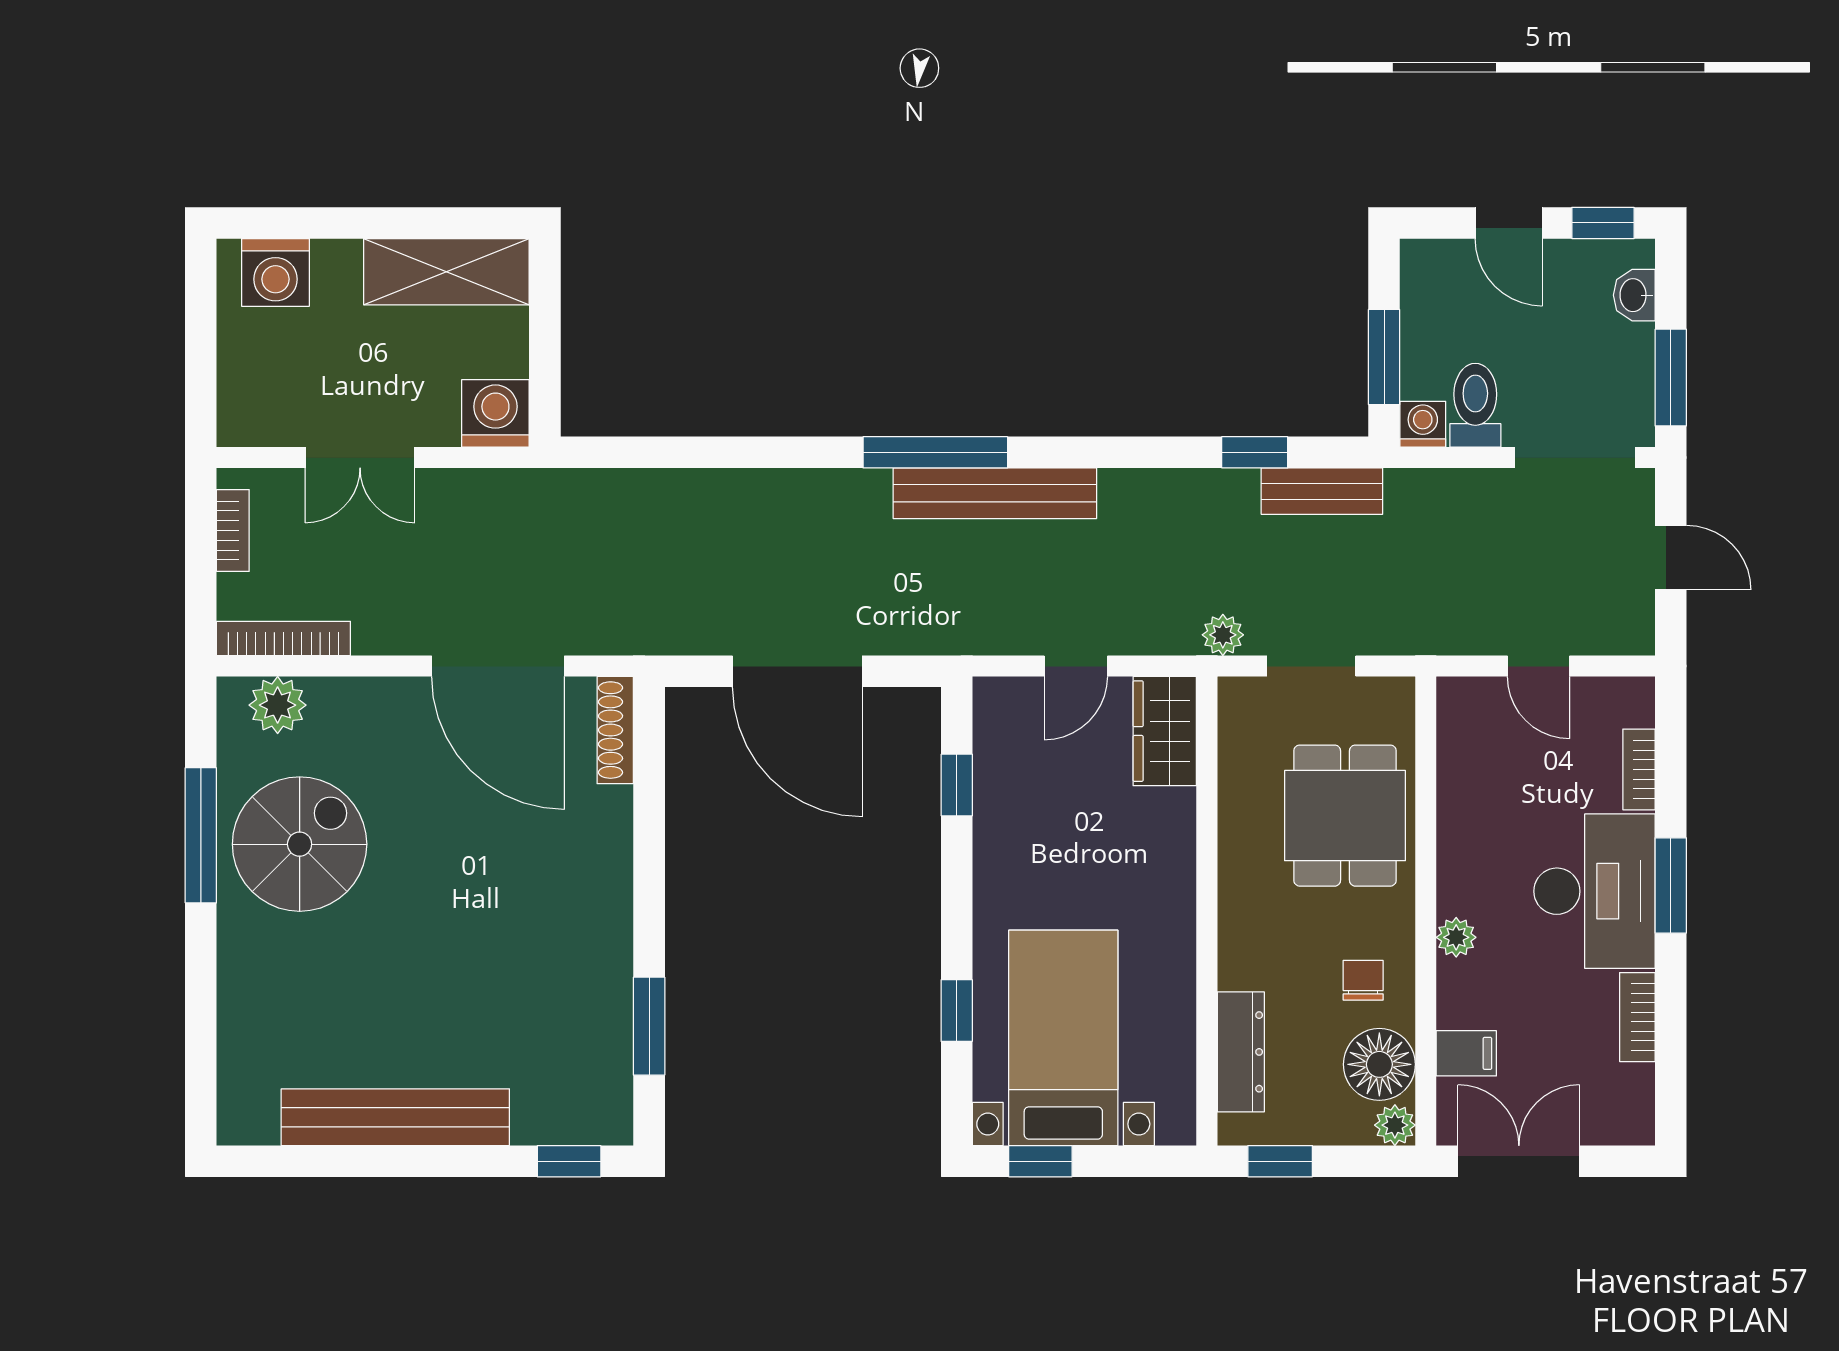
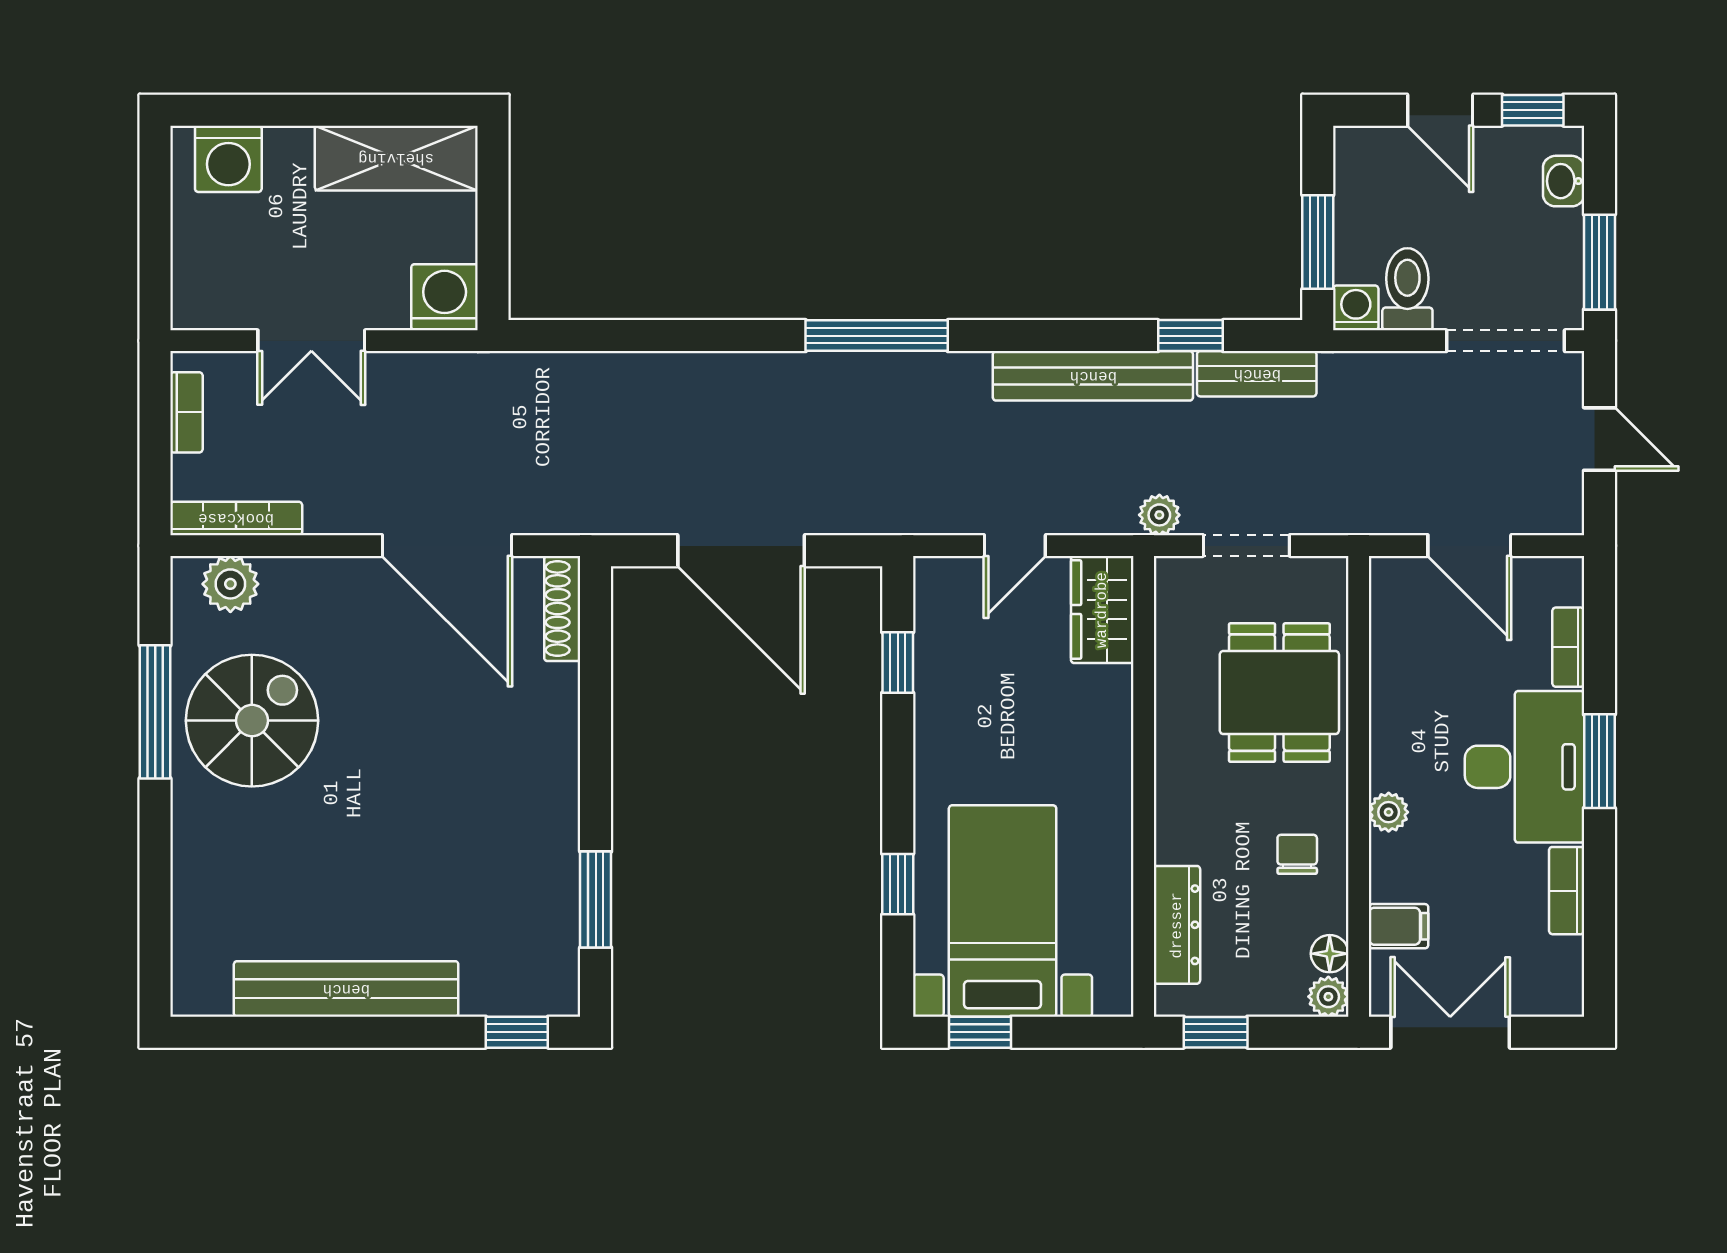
bench: (995, 493) -> (1093, 376), moved
door: (1538, 666) -> (1469, 546), width x1.38
floor lamp: (1379, 1064) -> (1330, 954), width x0.53, depth x0.53

